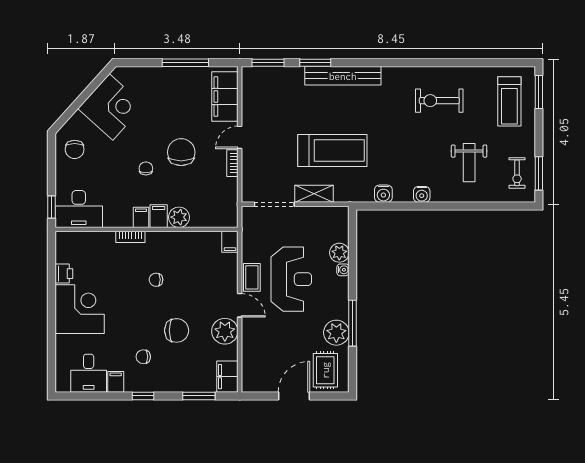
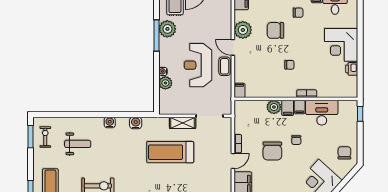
weight bench: (469, 163) -> (78, 144), turned 90
desk: (79, 209) -> (322, 113), moved

